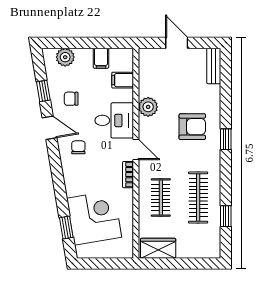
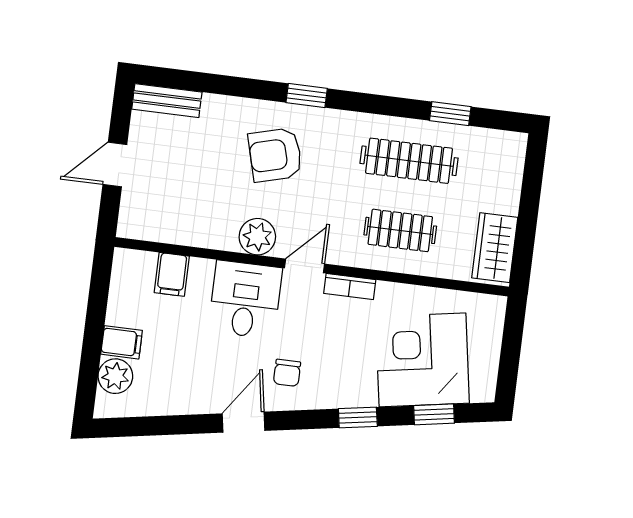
filing cabinet: (101, 58) -> (122, 342), moved
window: (43, 91) -> (358, 417), moved
chair: (71, 99) -> (194, 375), removed
plant: (148, 107) -> (257, 237), moved
armchair: (192, 127) -> (275, 155), turned -105
chair: (78, 147) -> (287, 373), turned -90

